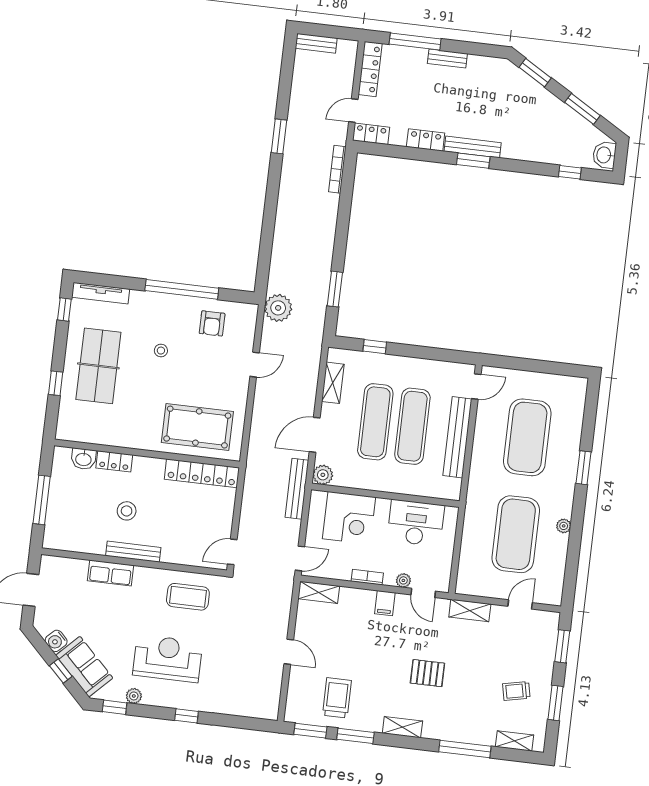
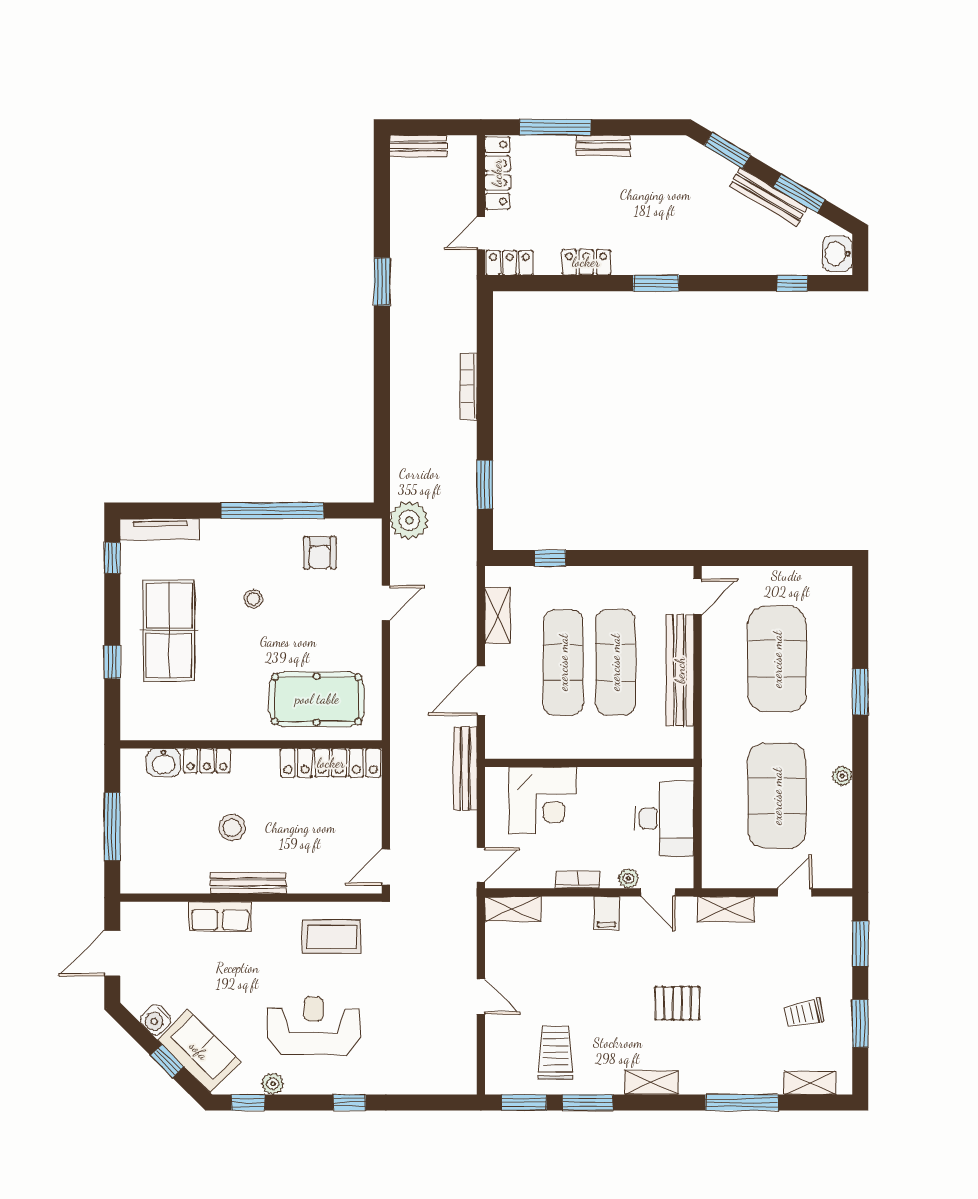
bench: (473, 147) -> (768, 197), moved, turned 31
bookcase: (337, 169) -> (469, 386), moved
plant: (323, 475) -> (499, 745), removed
desk: (416, 523) -> (664, 819), moved, turned 90

